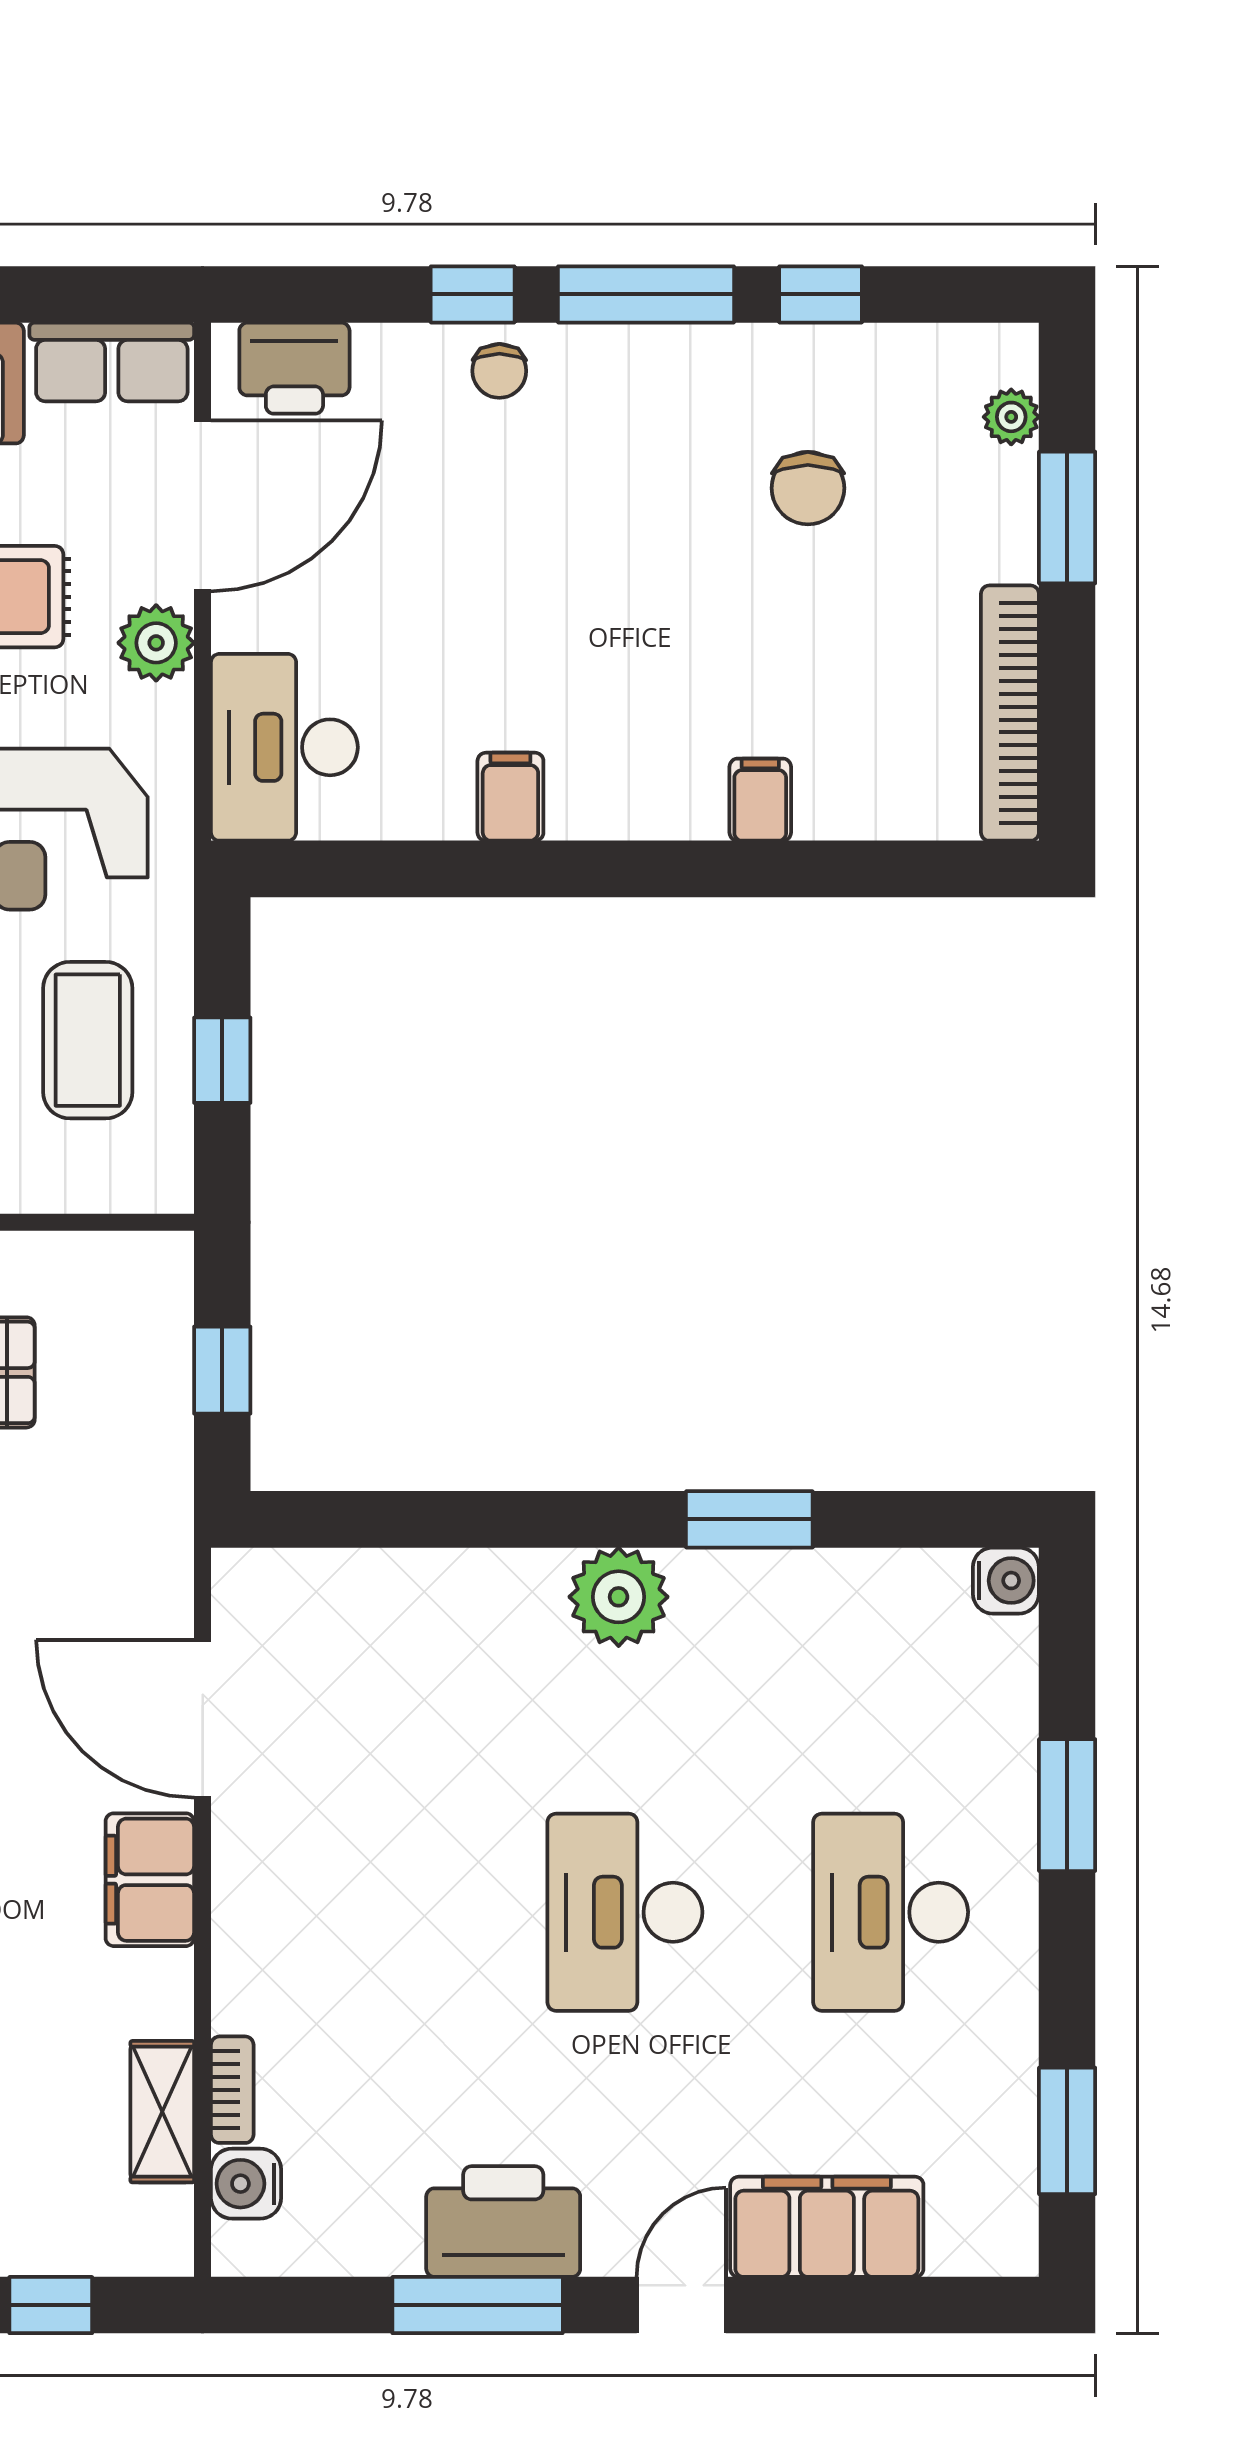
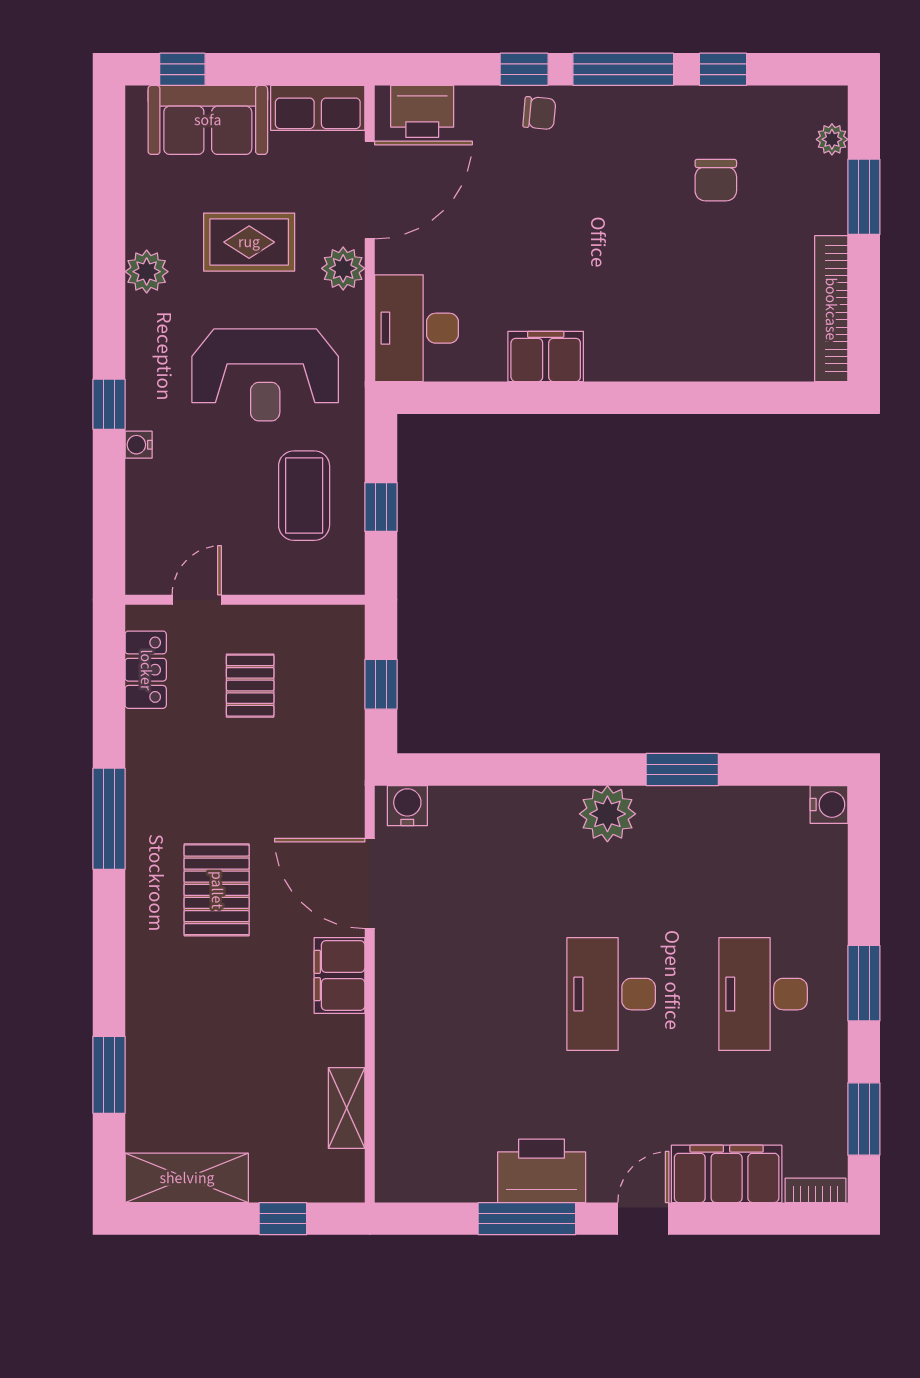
chair: (499, 371) -> (539, 113), turned -85
filing cabinet: (510, 797) -> (546, 356), width x2.00
filing cabinet: (760, 800) -> (688, 358), removed
window: (1067, 1805) -> (864, 983), moved
bookcase: (232, 2090) -> (815, 1190), moved, turned -90
water cooler: (246, 2184) -> (407, 806), moved, turned 90

